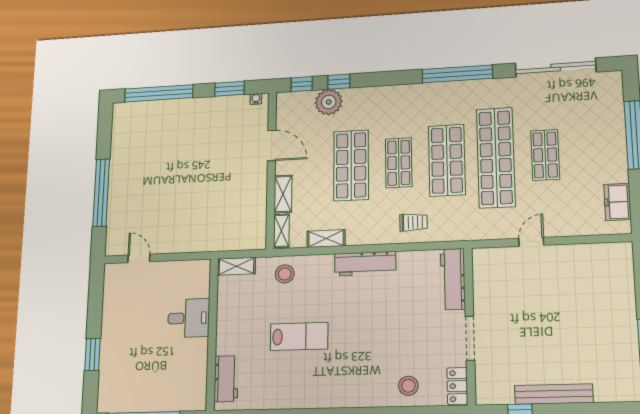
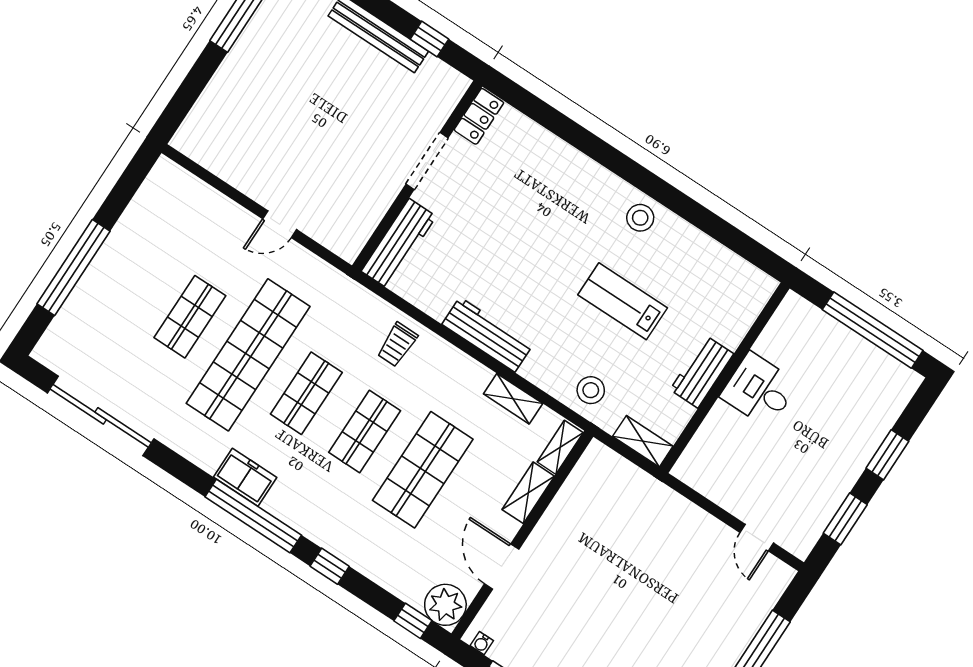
window: (457, 74) -> (253, 516), moved
window: (339, 82) -> (330, 566), moved
plant: (329, 102) -> (445, 605), moved
shop shelf: (447, 160) -> (306, 393), width x0.70, depth x0.74
freezer: (617, 202) -> (245, 477), moved, turned -90
trolley: (414, 222) -> (397, 345), turned -90
window: (95, 303) -> (845, 519), added
desk: (189, 318) -> (759, 390), moved
workbench: (226, 379) -> (702, 372), moved
stool: (408, 386) -> (640, 218), moved

